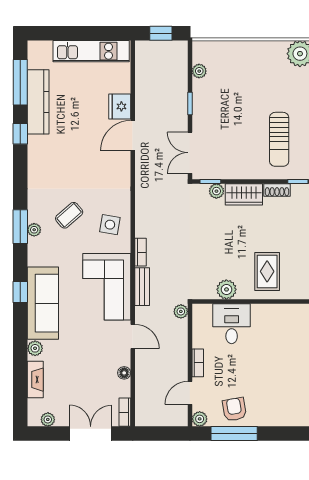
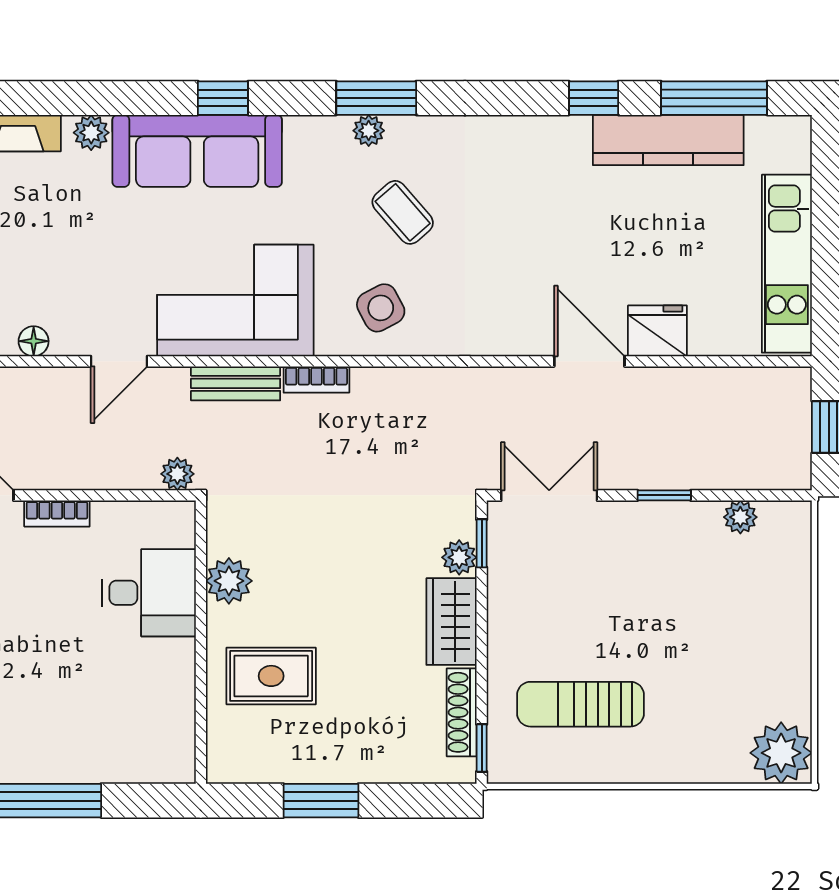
shoe rack: (277, 190) -> (462, 712), width x1.43
side table: (110, 225) -> (381, 308), turned -38

